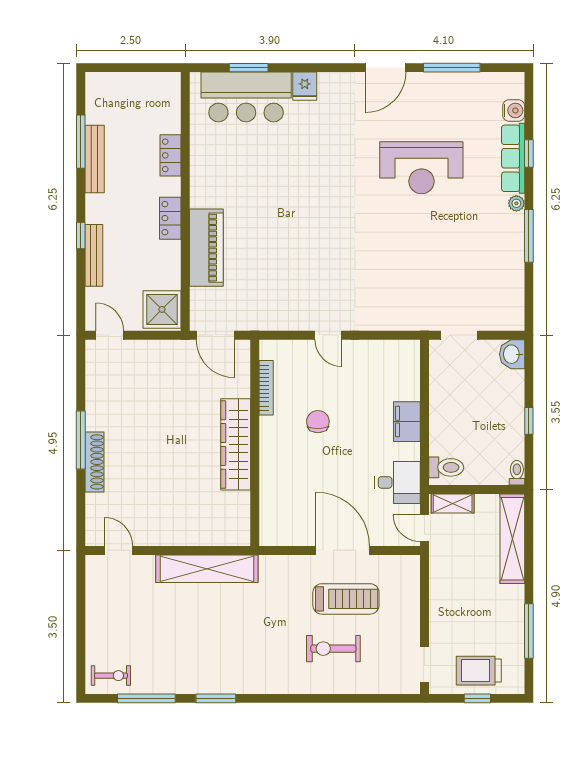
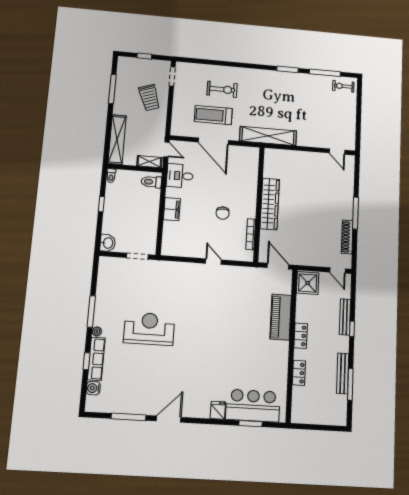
reception desk: (421, 168) -> (149, 329), moved
shoe rack: (95, 462) -> (347, 237), moved
shelving: (207, 569) -> (268, 136), moved
trolley: (479, 671) -> (149, 97), moved, turned 71

